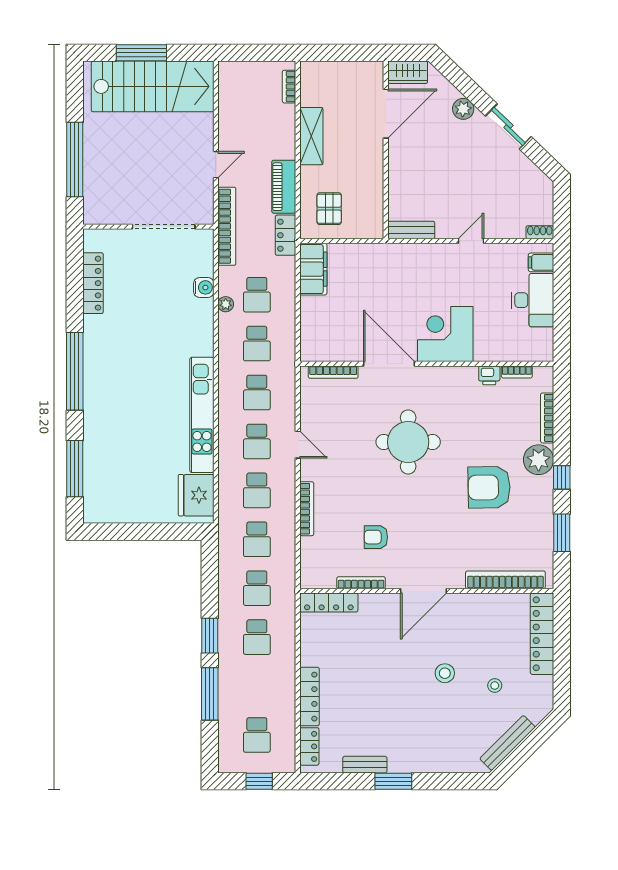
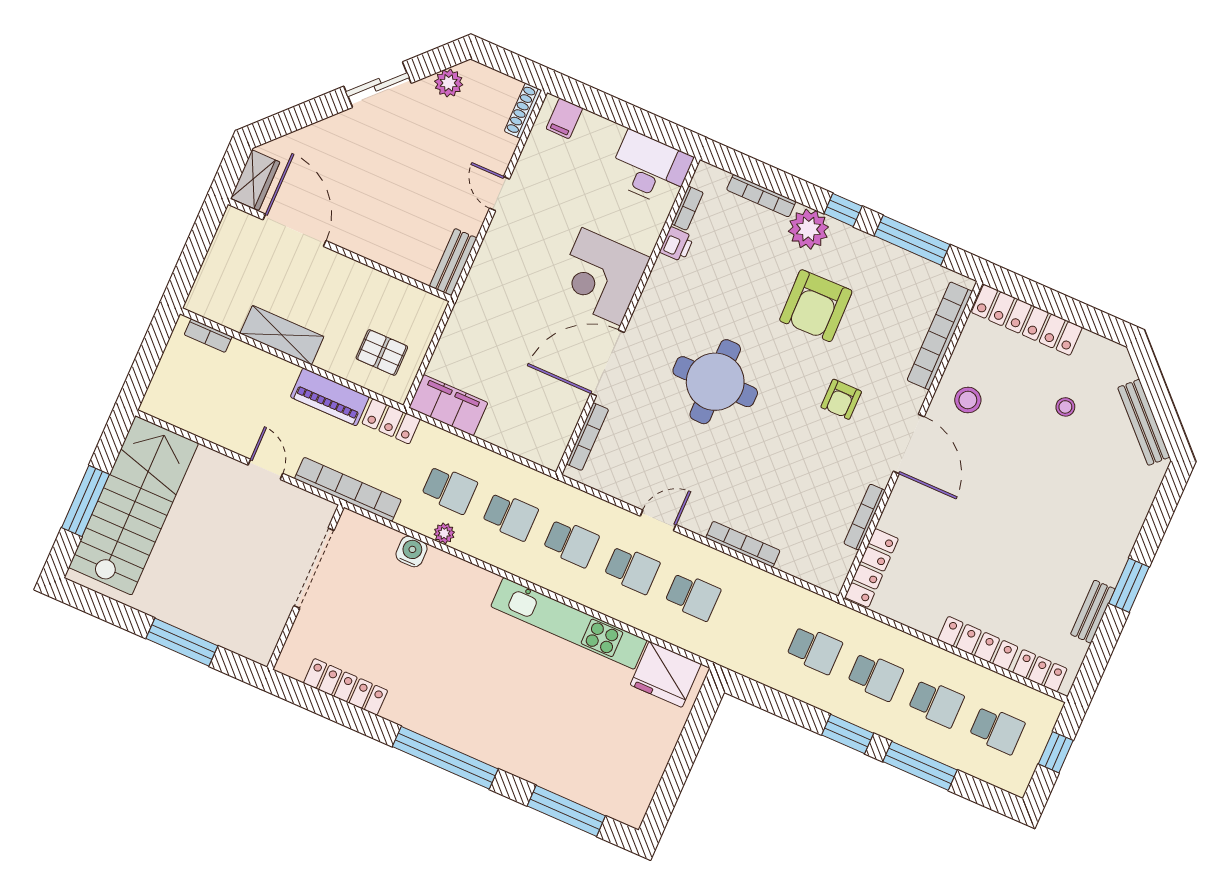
plant: (463, 109) -> (449, 83), moved
window: (75, 160) -> (182, 642), width x0.68
shoe rack: (540, 232) -> (523, 111), width x1.43
desk: (533, 300) -> (650, 168), moved
window: (562, 533) -> (912, 240), width x1.44
armchair: (376, 537) -> (841, 399), moved
school desk: (257, 539) -> (936, 703), moved
stool: (445, 673) -> (968, 400), moved

